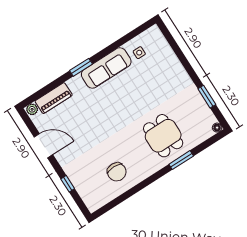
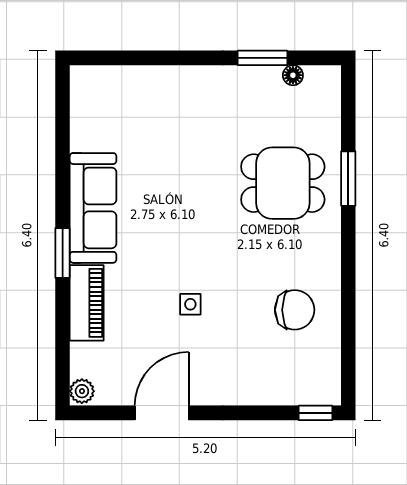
side table: (139, 53) -> (190, 304), moved
piano: (54, 98) -> (87, 303), moved
floor lamp: (217, 128) -> (293, 75), moved
window: (68, 184) -> (315, 413), moved

